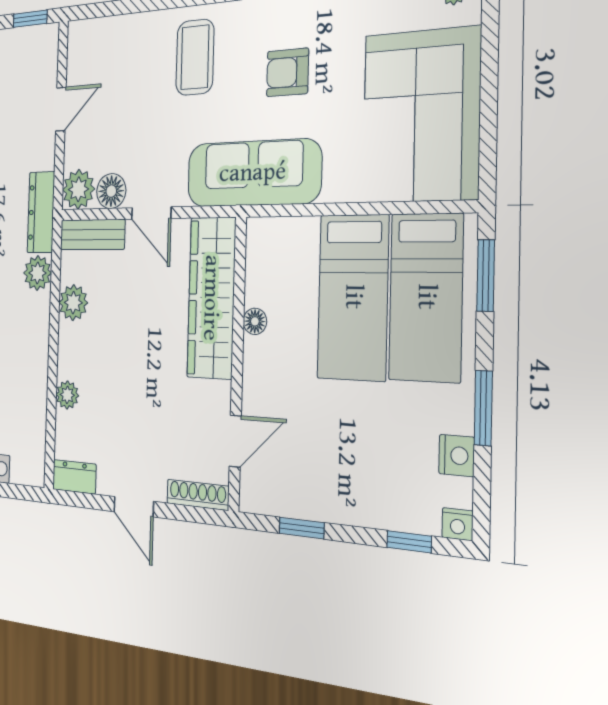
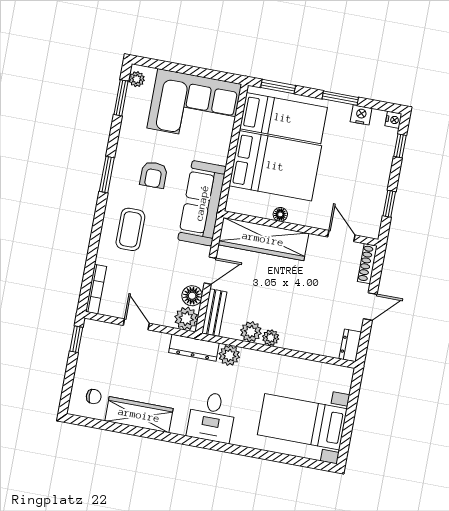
bookcase: (101, 27) -> (96, 289), added
coffee table: (195, 57) -> (130, 229), turned 90
bed: (353, 297) -> (275, 166), width x1.50
plant: (67, 395) -> (271, 338), moved

